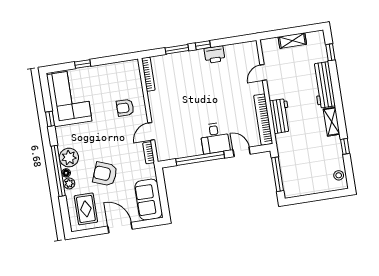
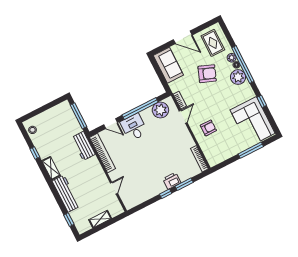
printer: (214, 55) -> (172, 181), moved
window: (83, 64) -> (251, 150), width x2.17
workbench: (280, 116) -> (83, 146), moved
plant: (176, 149) -> (160, 110), added

